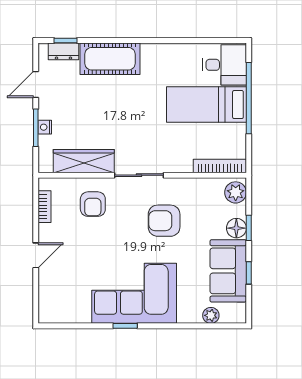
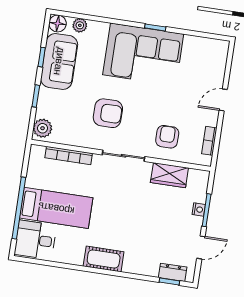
cot: (110, 59) -> (104, 259), moved, width x0.73, depth x0.75
wardrobe: (84, 161) -> (169, 175), width x0.67
bookcase: (220, 166) -> (69, 156), moved
floor lamp: (236, 228) -> (58, 24), moved

